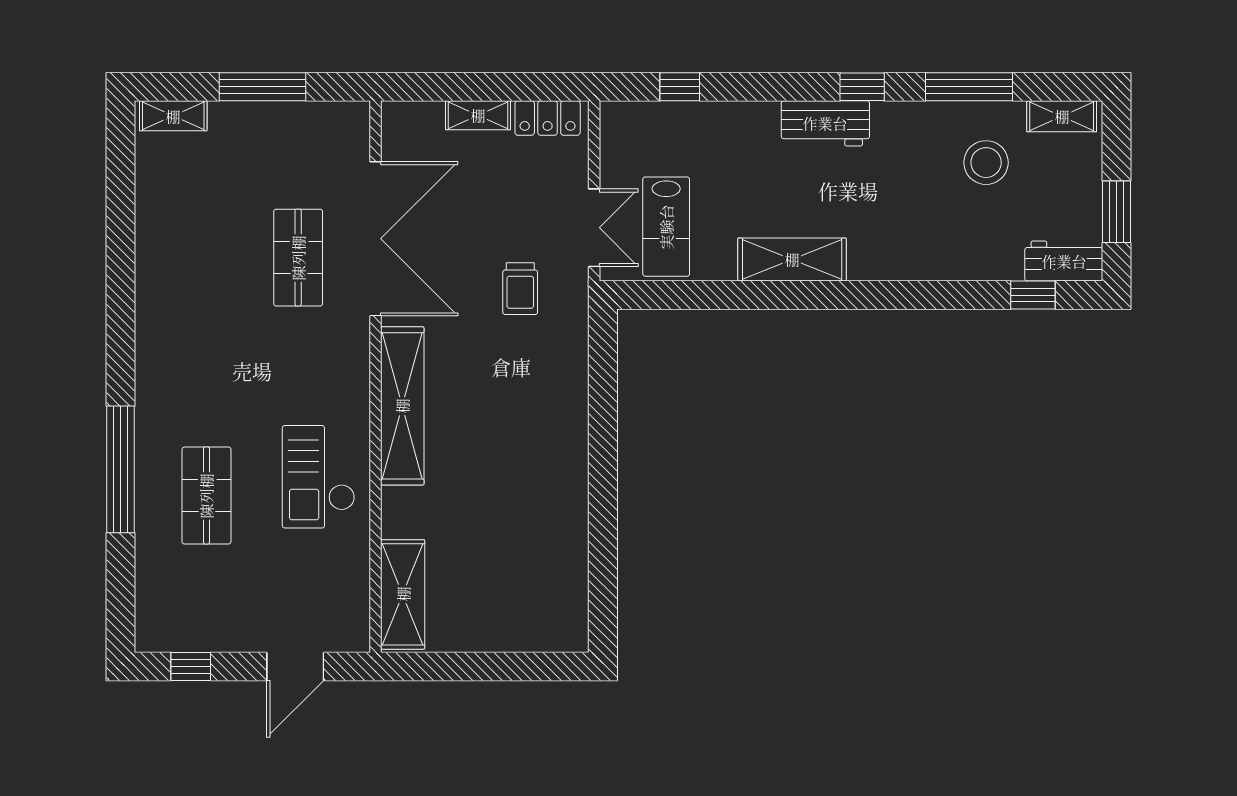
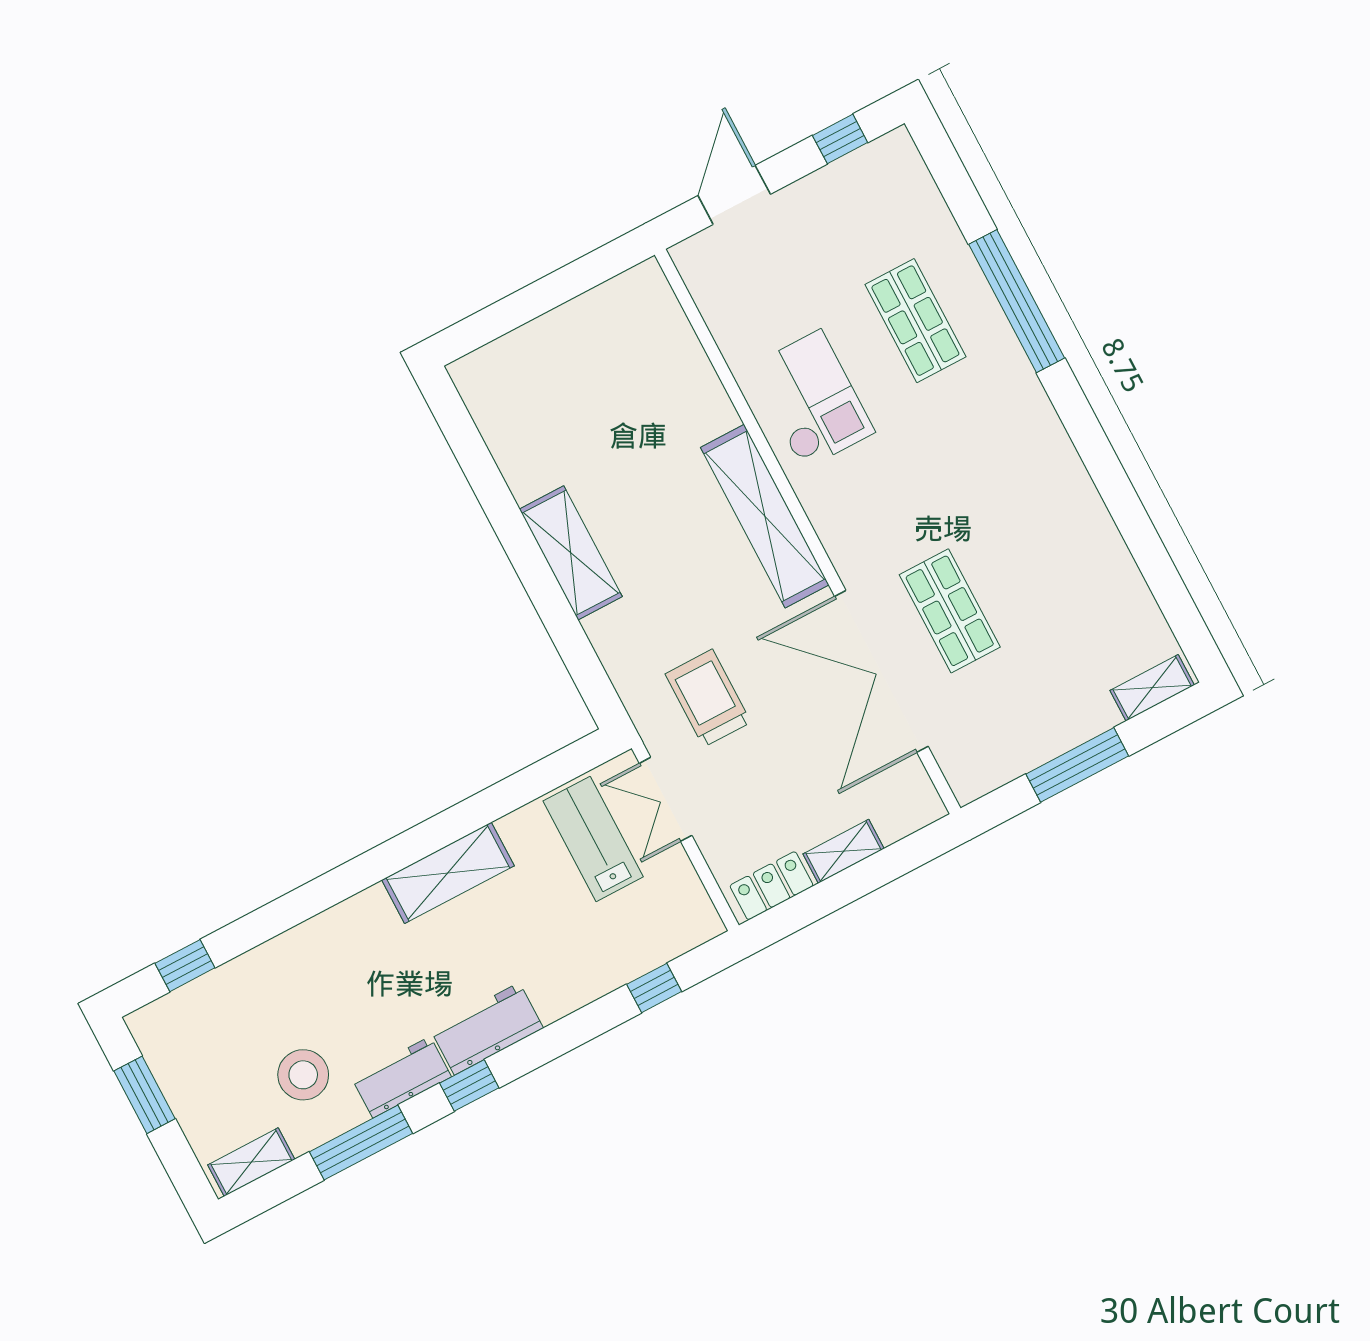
workbench: (1064, 261) -> (401, 1077), moved, turned 180
trolley: (520, 289) -> (708, 698), width x1.36, depth x1.39
shelving: (403, 594) -> (571, 553), moved

